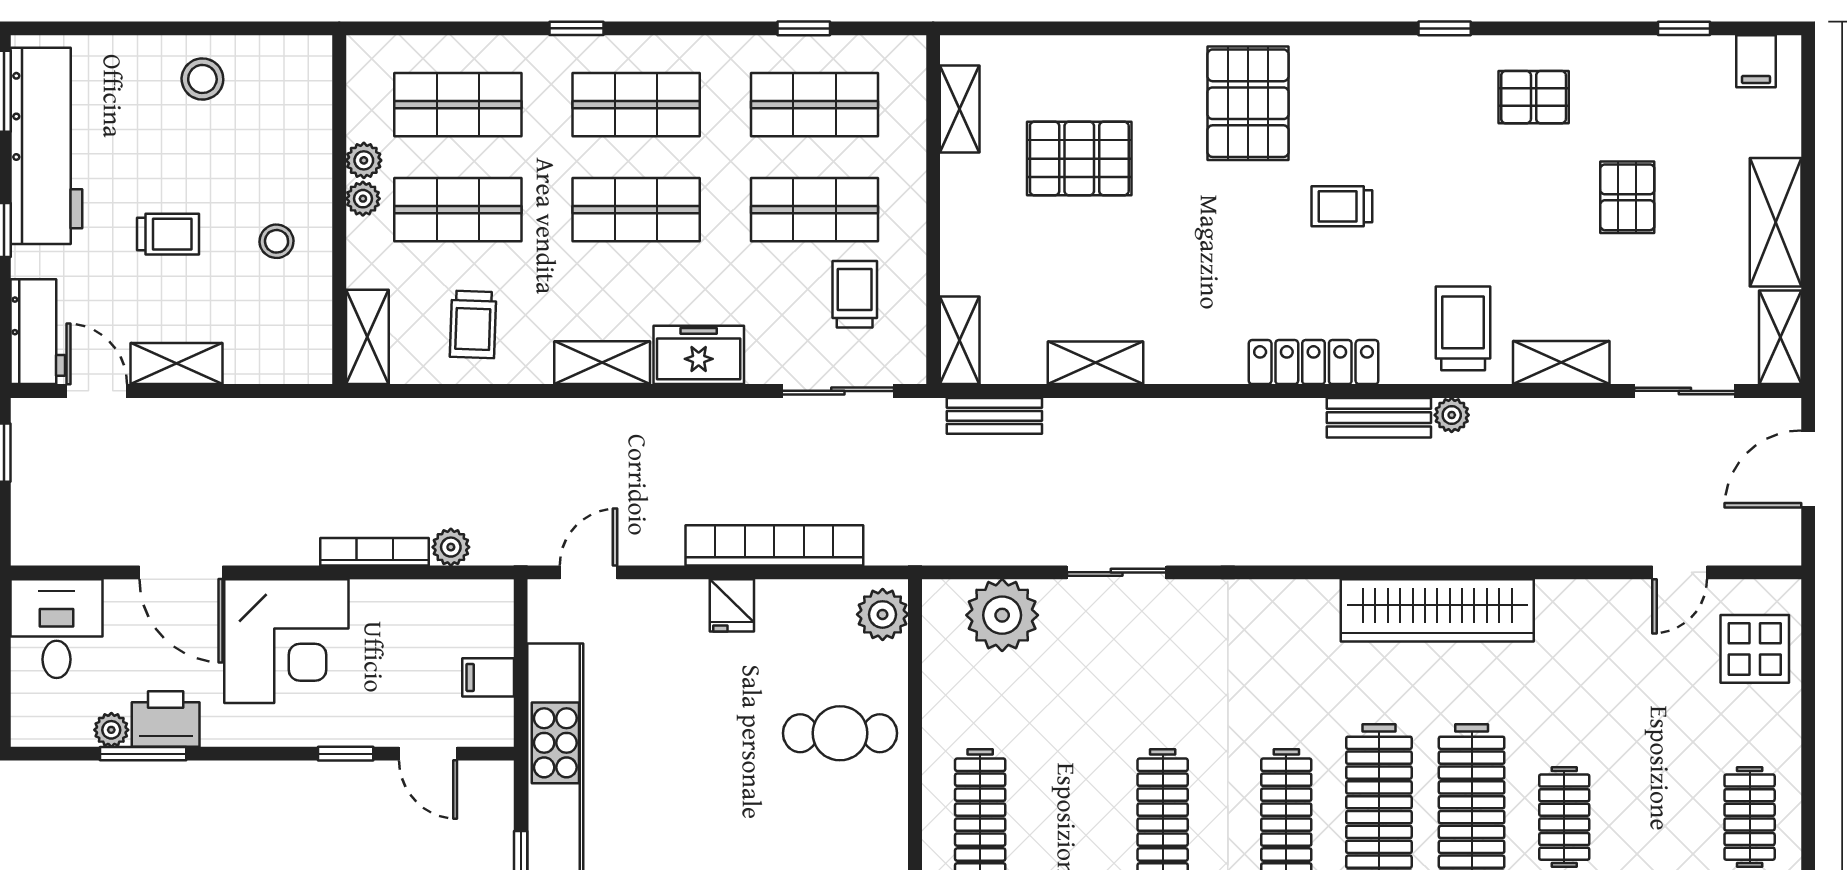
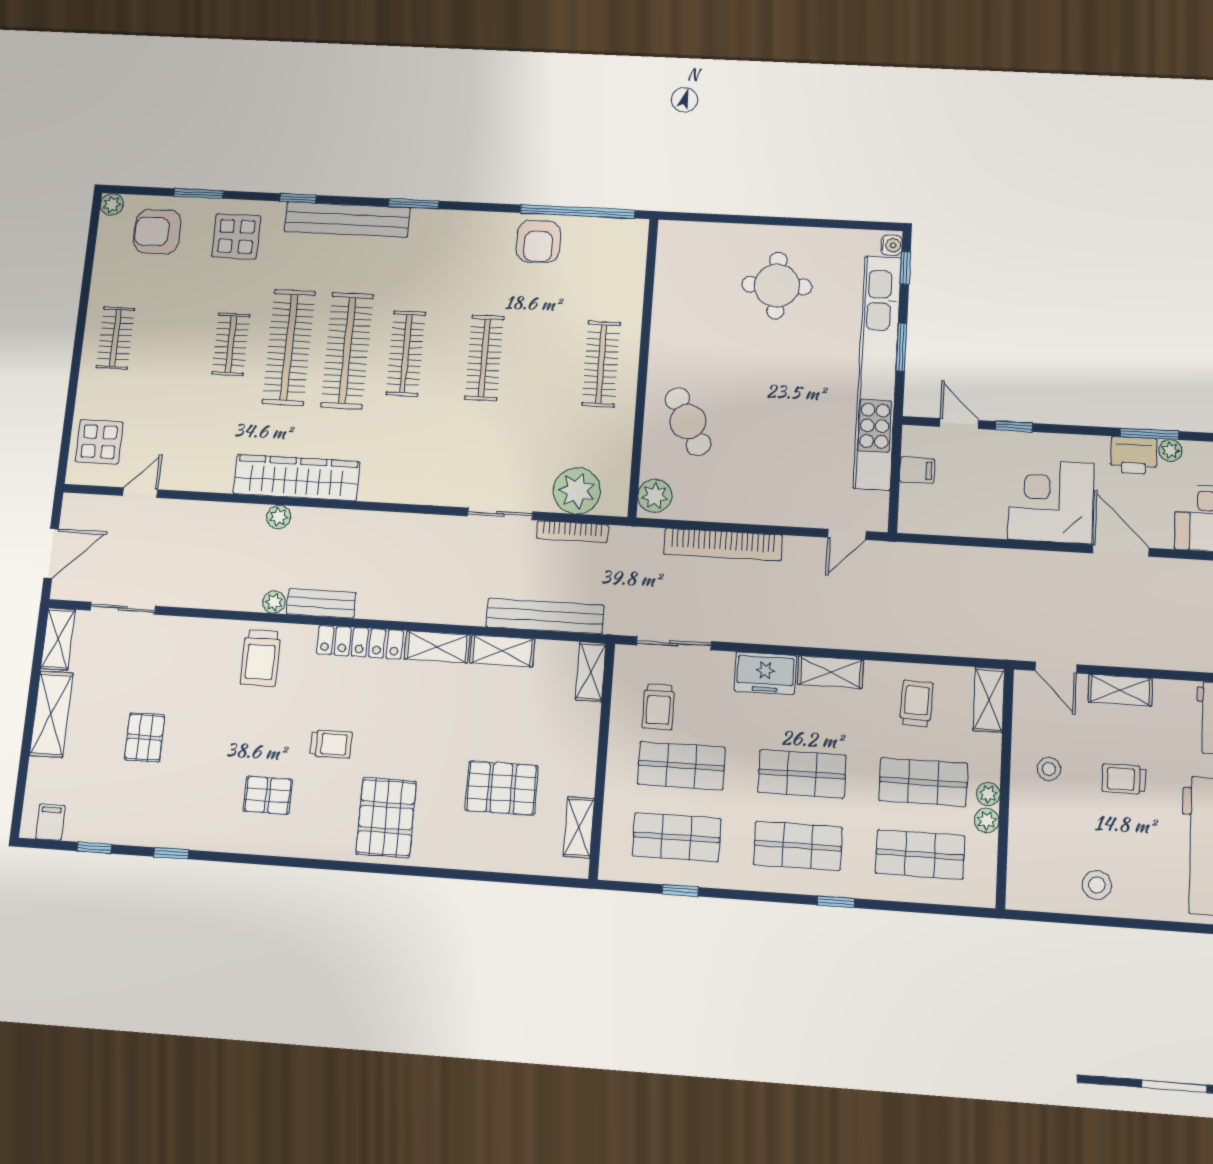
window: (1445, 28) -> (171, 853), moved
pallet: (1534, 97) -> (268, 795), moved
shelving: (1561, 363) -> (437, 647), moved
door: (97, 391) -> (1056, 668), moved
bench: (994, 416) -> (545, 616), width x1.86, depth x1.21
plant: (451, 547) -> (279, 517), moved
bookcase: (375, 552) -> (572, 532), moved
fridge: (732, 605) -> (753, 507), removed
cafe table: (840, 733) -> (688, 422), turned 62

